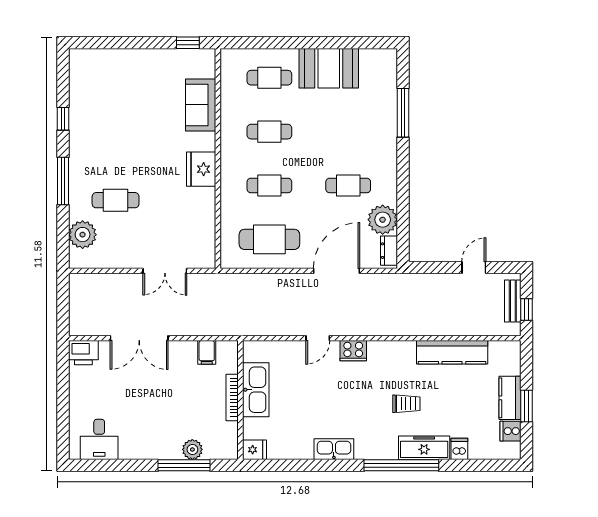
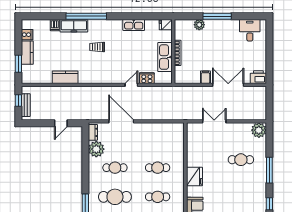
plant: (83, 235) -> (259, 130), moved
cafe table: (269, 239) -> (115, 197), moved
door: (474, 267) -> (61, 123), moved
door: (337, 271) -> (121, 121), swing flipped
cooker: (353, 351) -> (147, 78), moved
filing cabinet: (207, 352) -> (205, 77), moved
kitchen counter: (452, 352) -> (65, 77), width x0.67
trolley: (406, 404) -> (97, 47), moved
window: (526, 406) -> (18, 64), moved
kitchen sink: (334, 449) -> (134, 25), moved
window: (184, 465) -> (217, 16), moved

